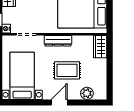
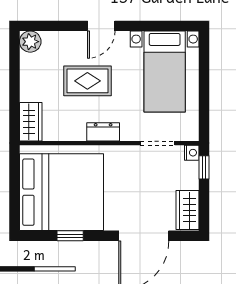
dresser: (58, 41) -> (103, 132), width x0.70
plant: (87, 93) -> (30, 42), moved

